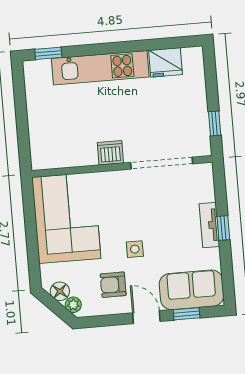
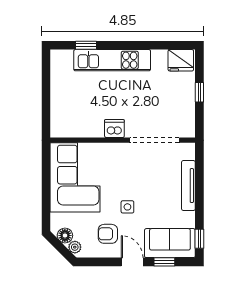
window: (48, 53) -> (86, 45), moved
fridge: (166, 62) -> (181, 60), moved
window: (215, 123) -> (199, 92), moved
tv unit: (209, 225) -> (188, 186), width x1.41
window: (223, 228) -> (199, 239), moved

